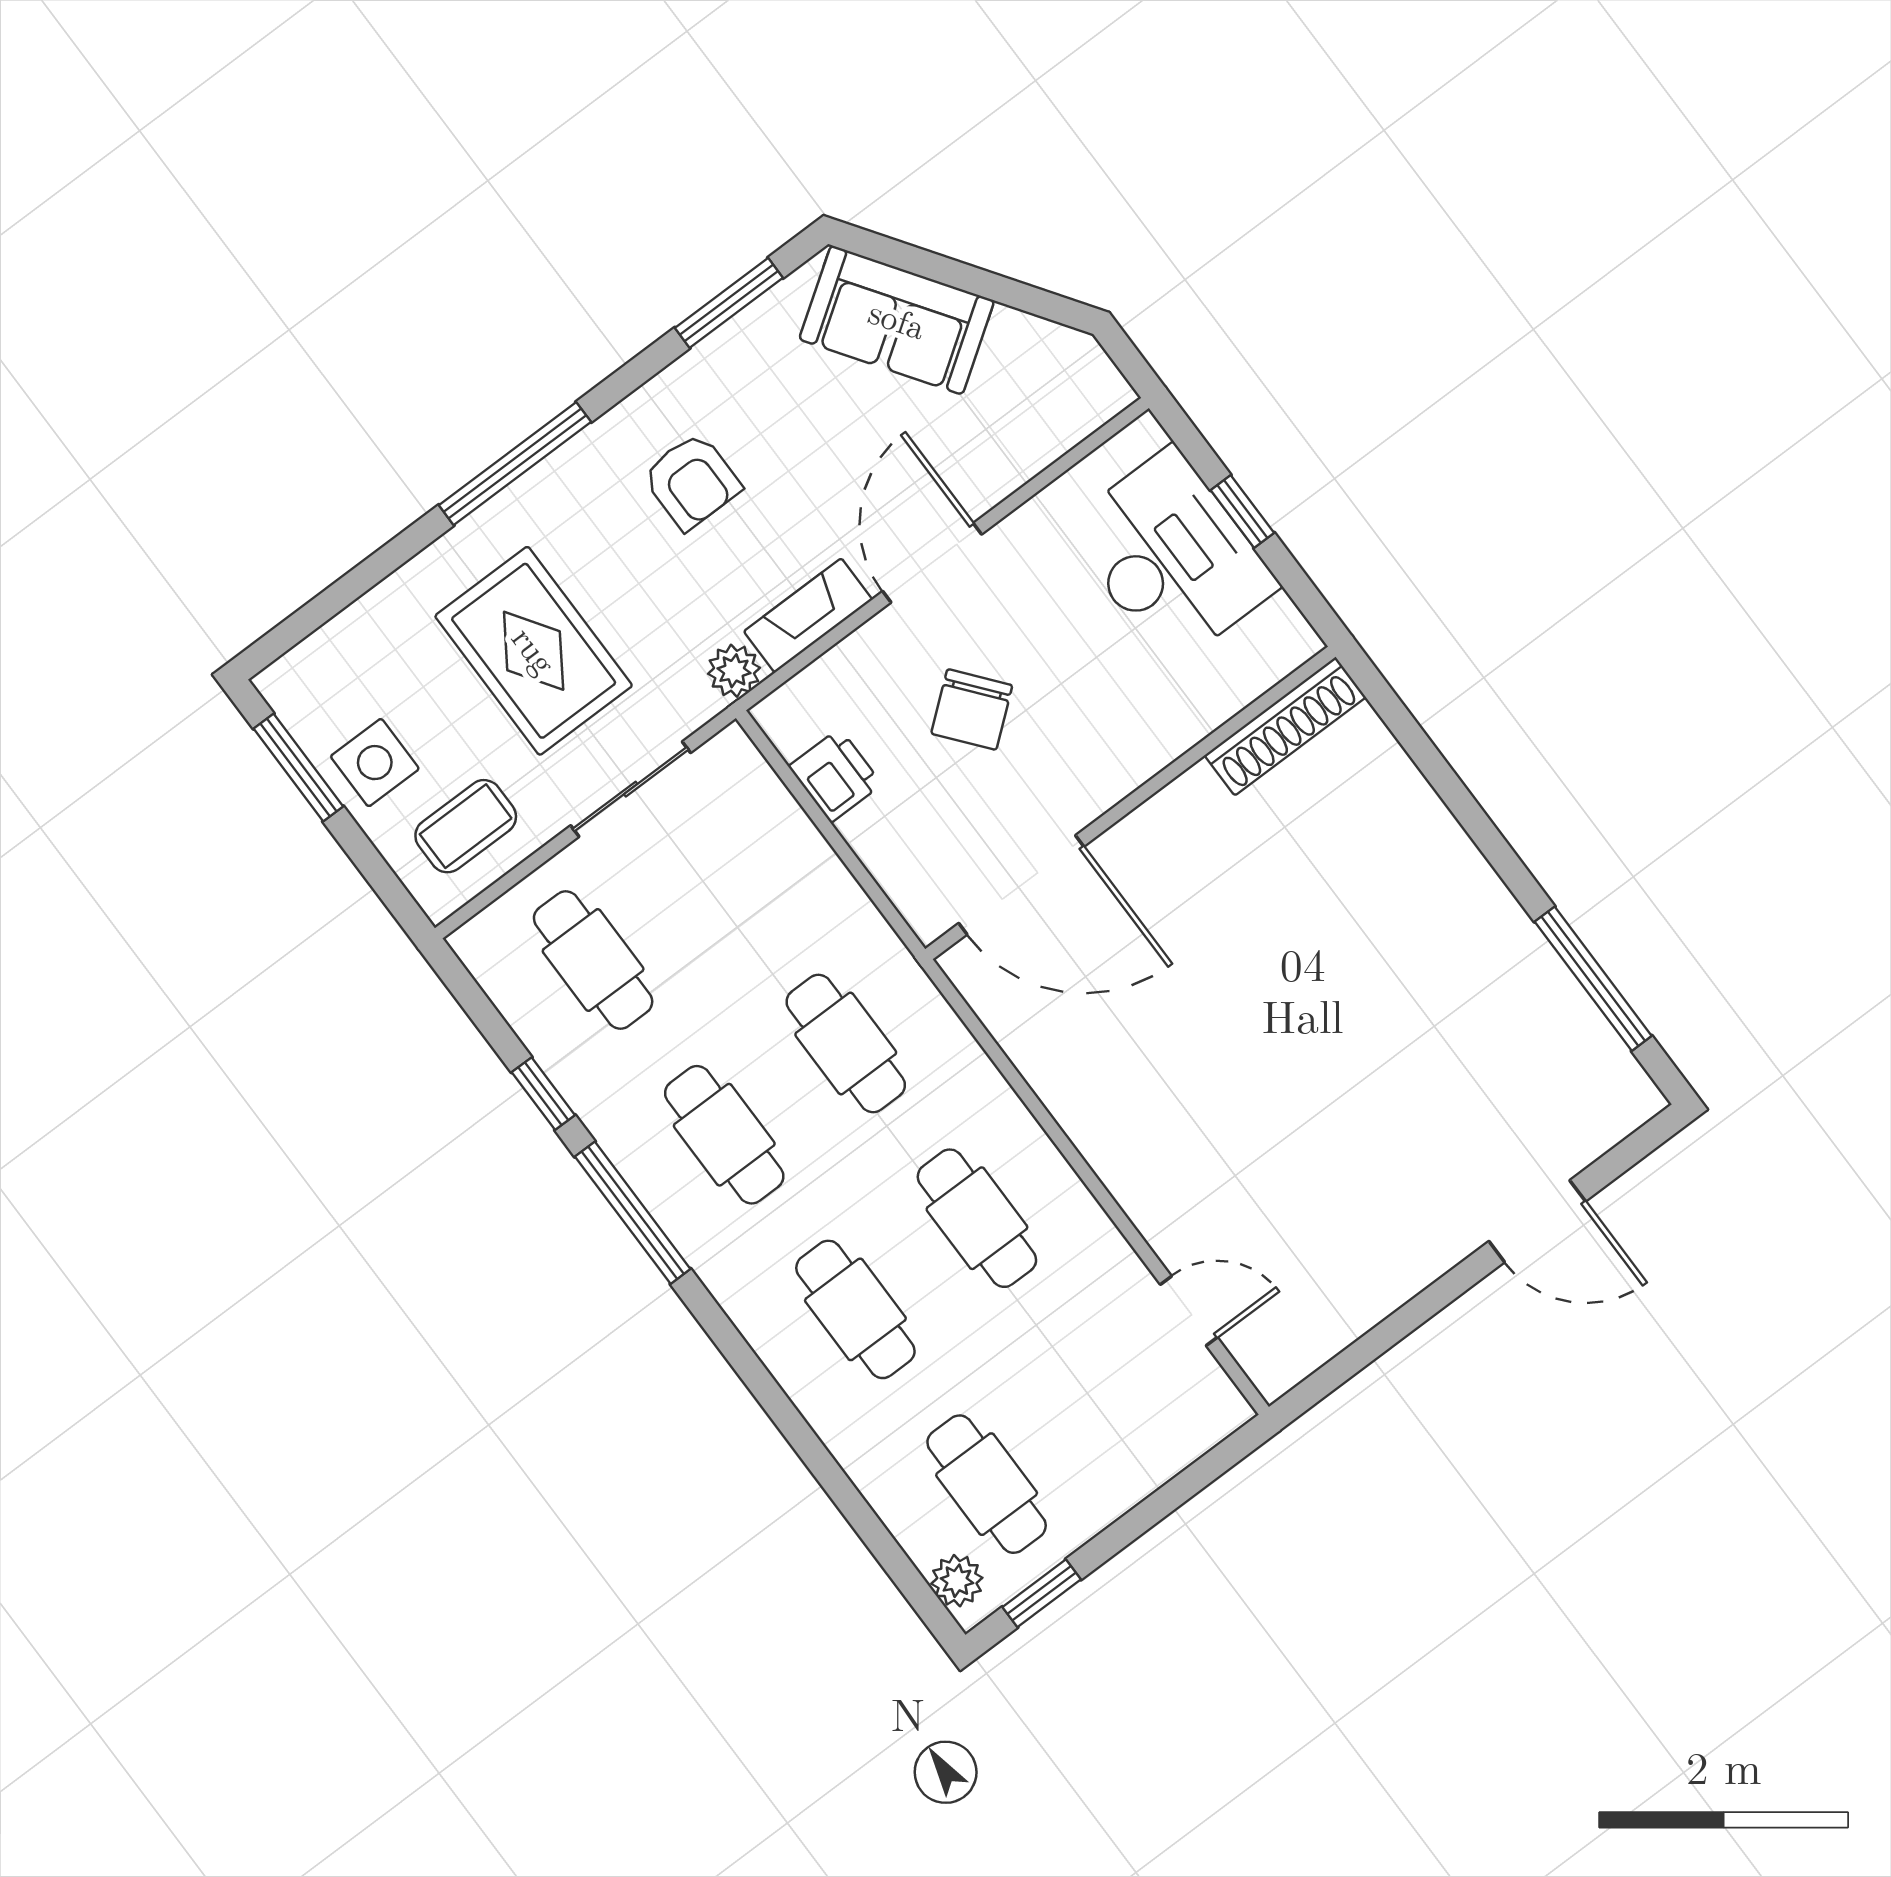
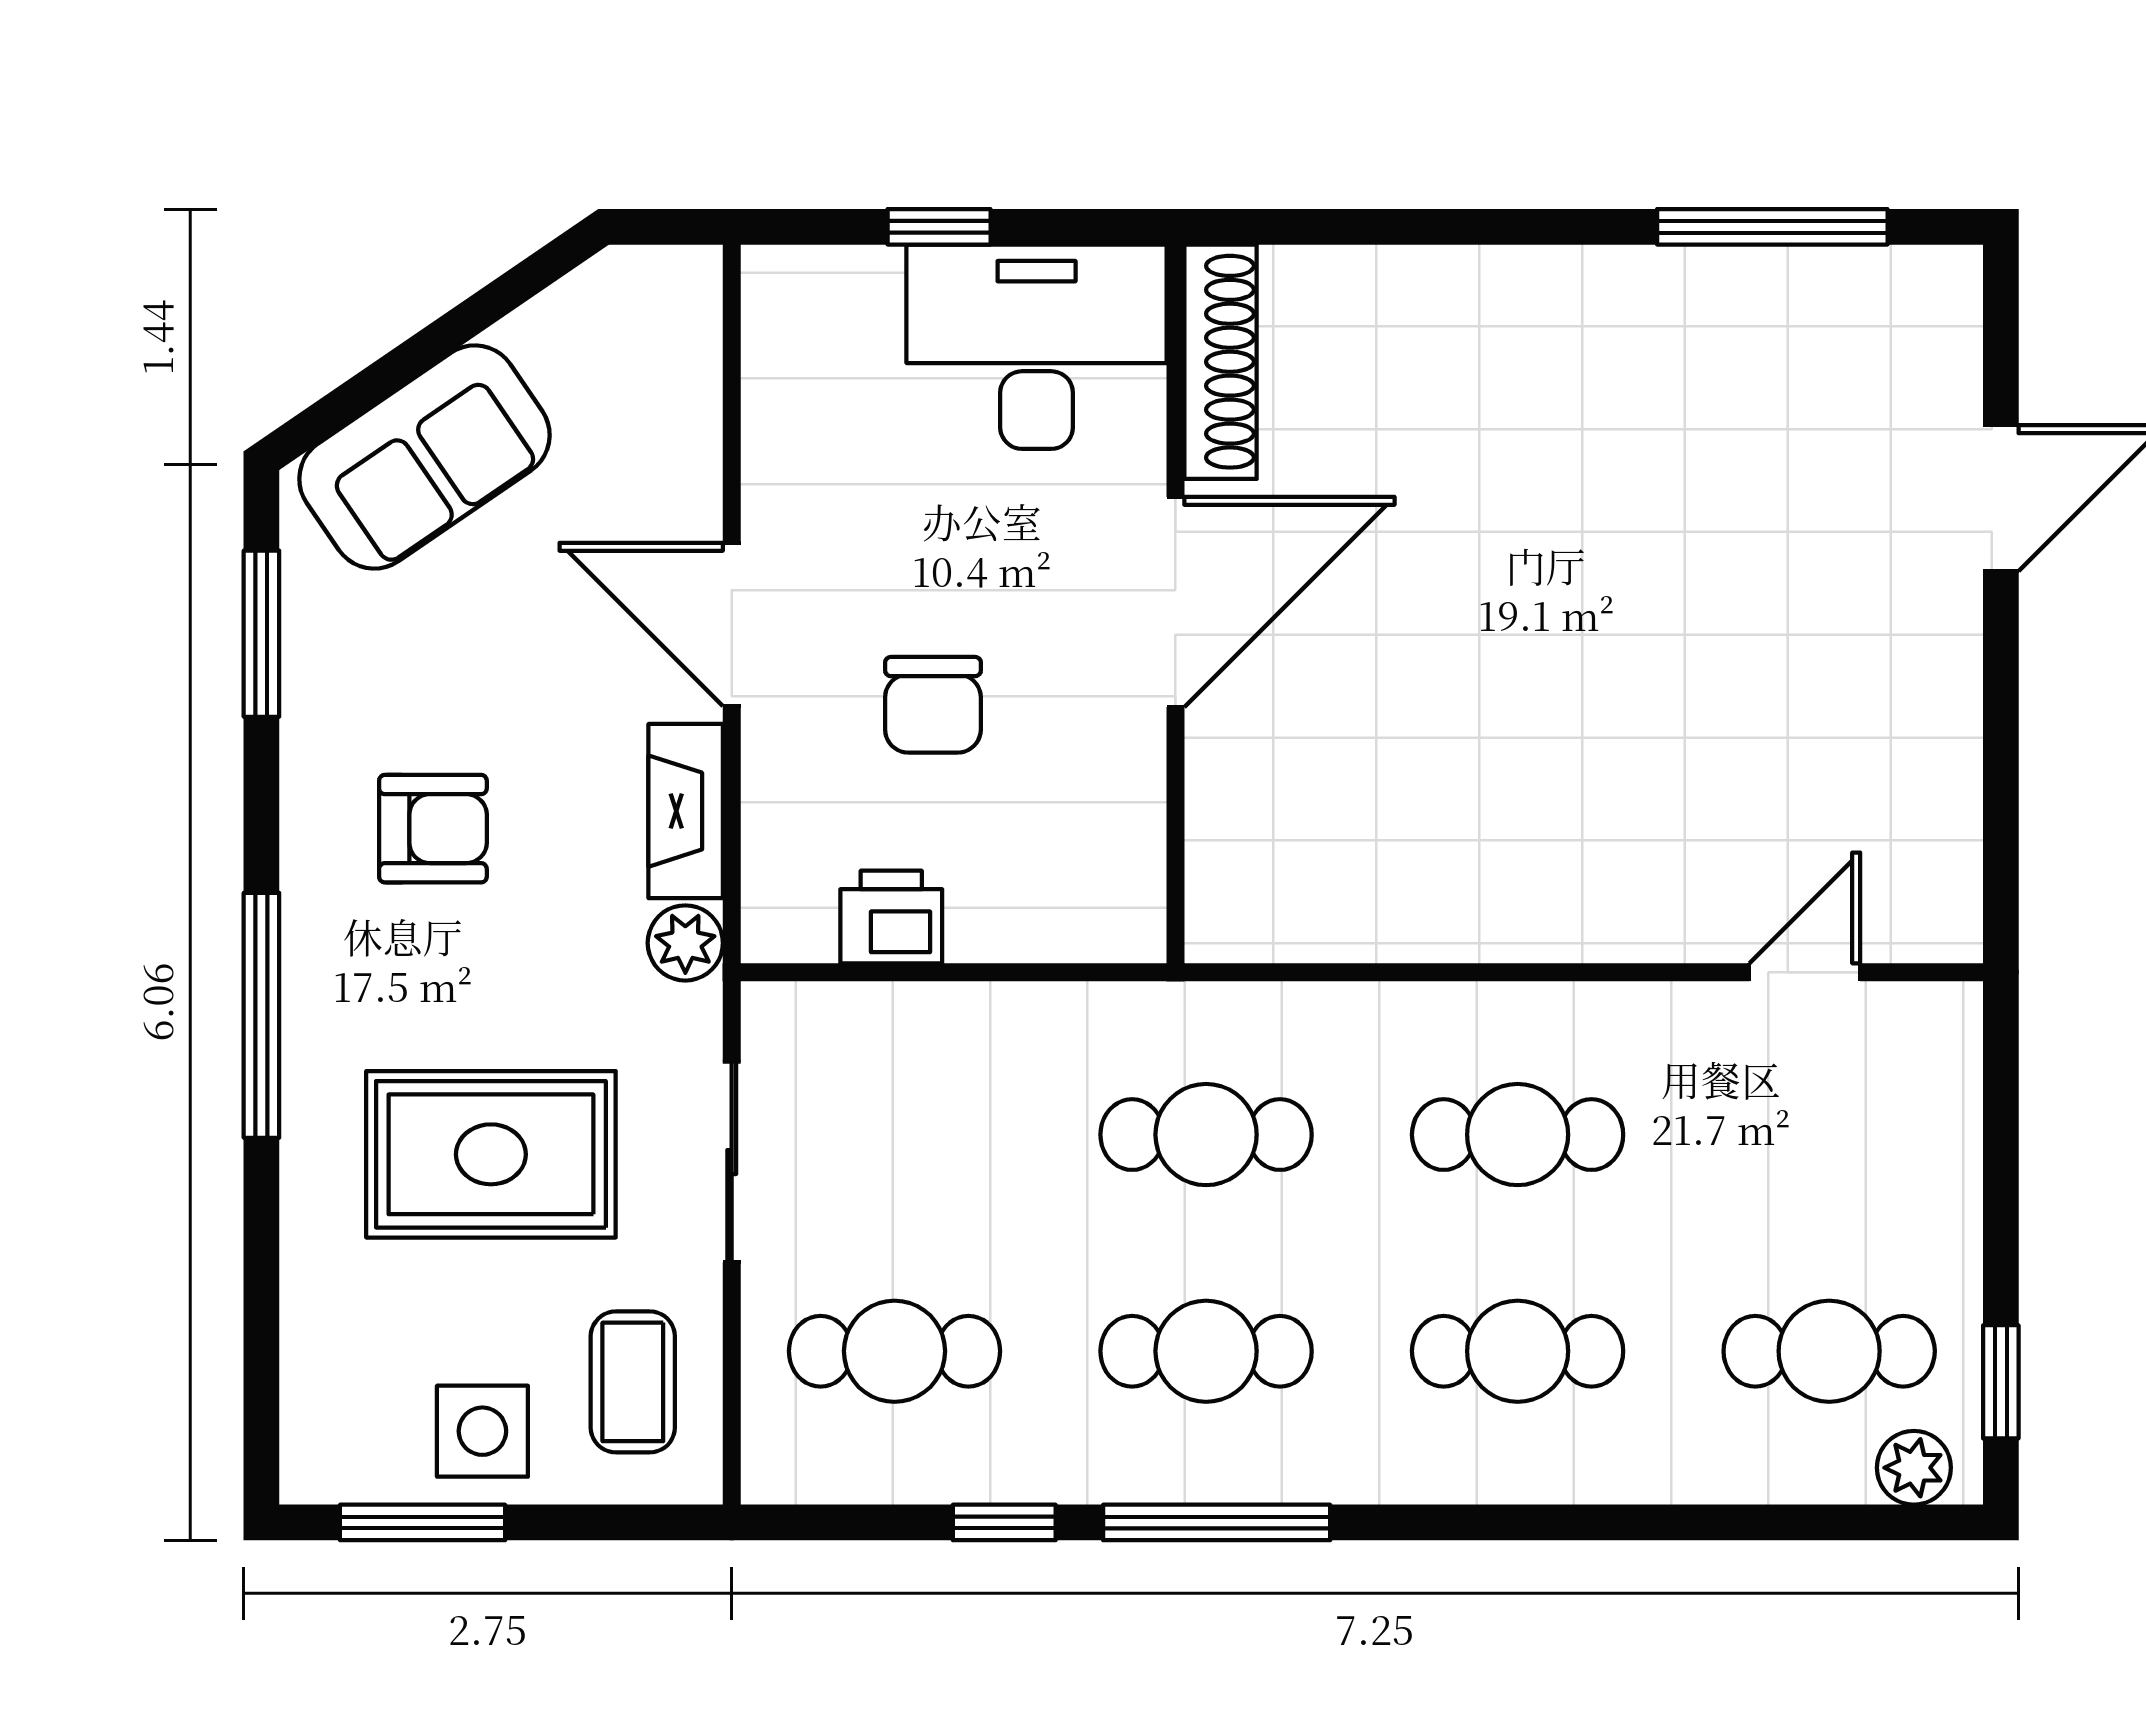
desk: (1171, 557) -> (1037, 347), moved
chair: (972, 709) -> (933, 705), turned 39
door: (1021, 885) -> (1175, 602), moved

